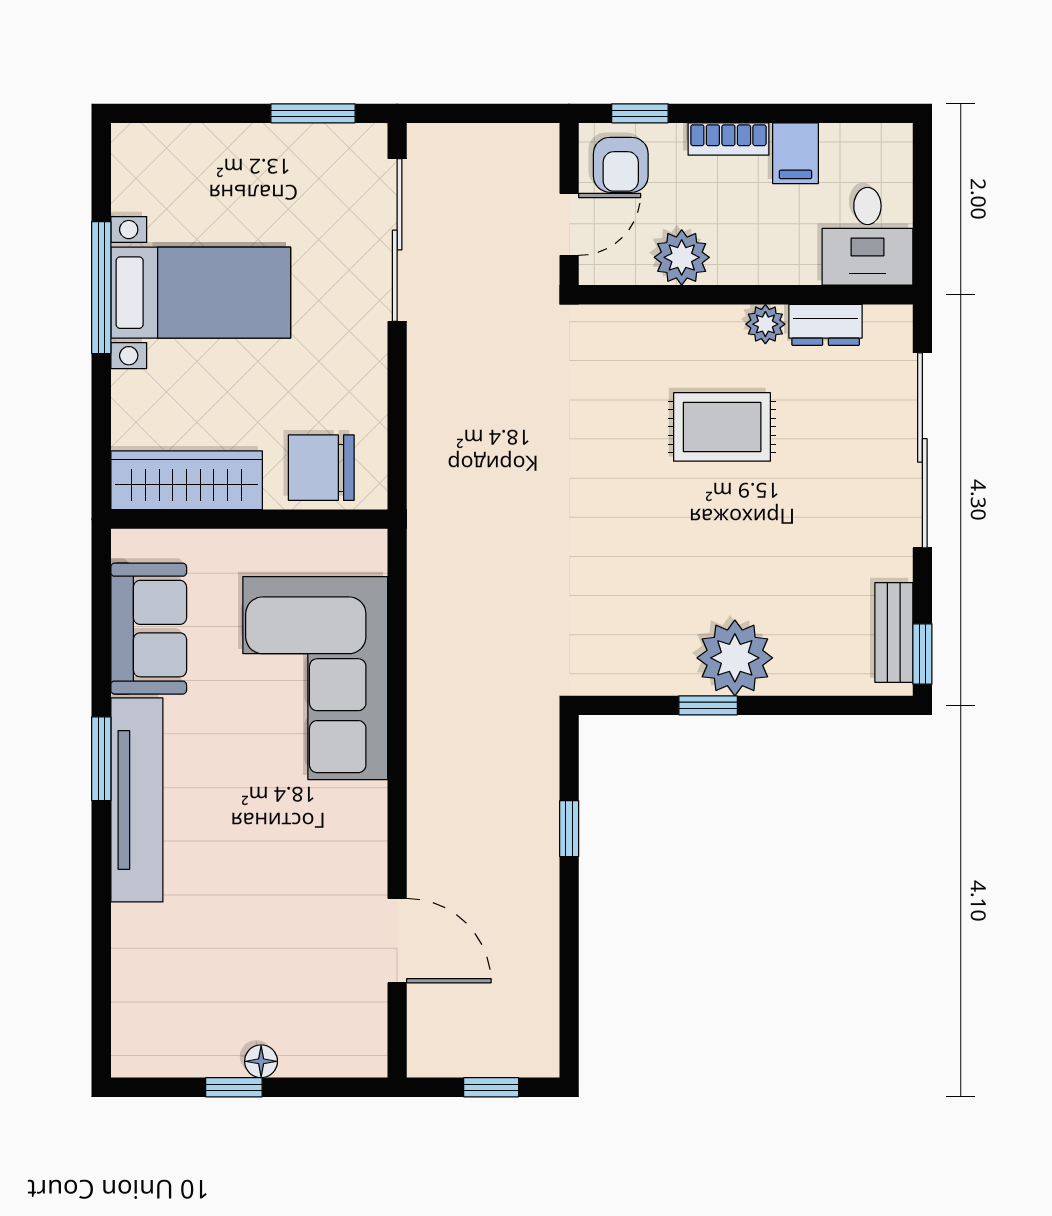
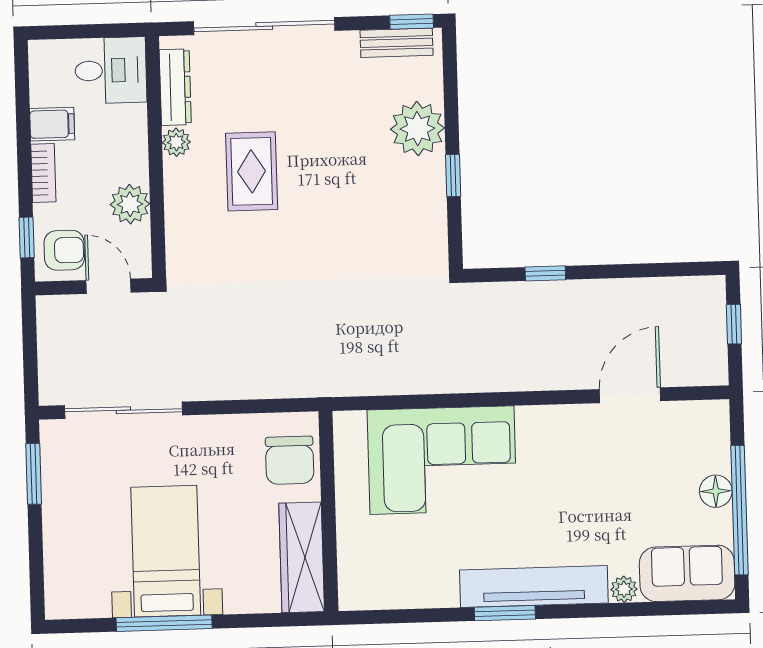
dresser: (826, 325) -> (175, 87), width x1.44
sofa: (149, 629) -> (687, 573), moved
plant: (735, 658) -> (417, 129), moved
plant: (129, 924) -> (624, 589), added
floor lamp: (261, 1061) -> (716, 491), width x1.37, depth x1.37
window: (234, 1087) -> (739, 510), width x3.17

